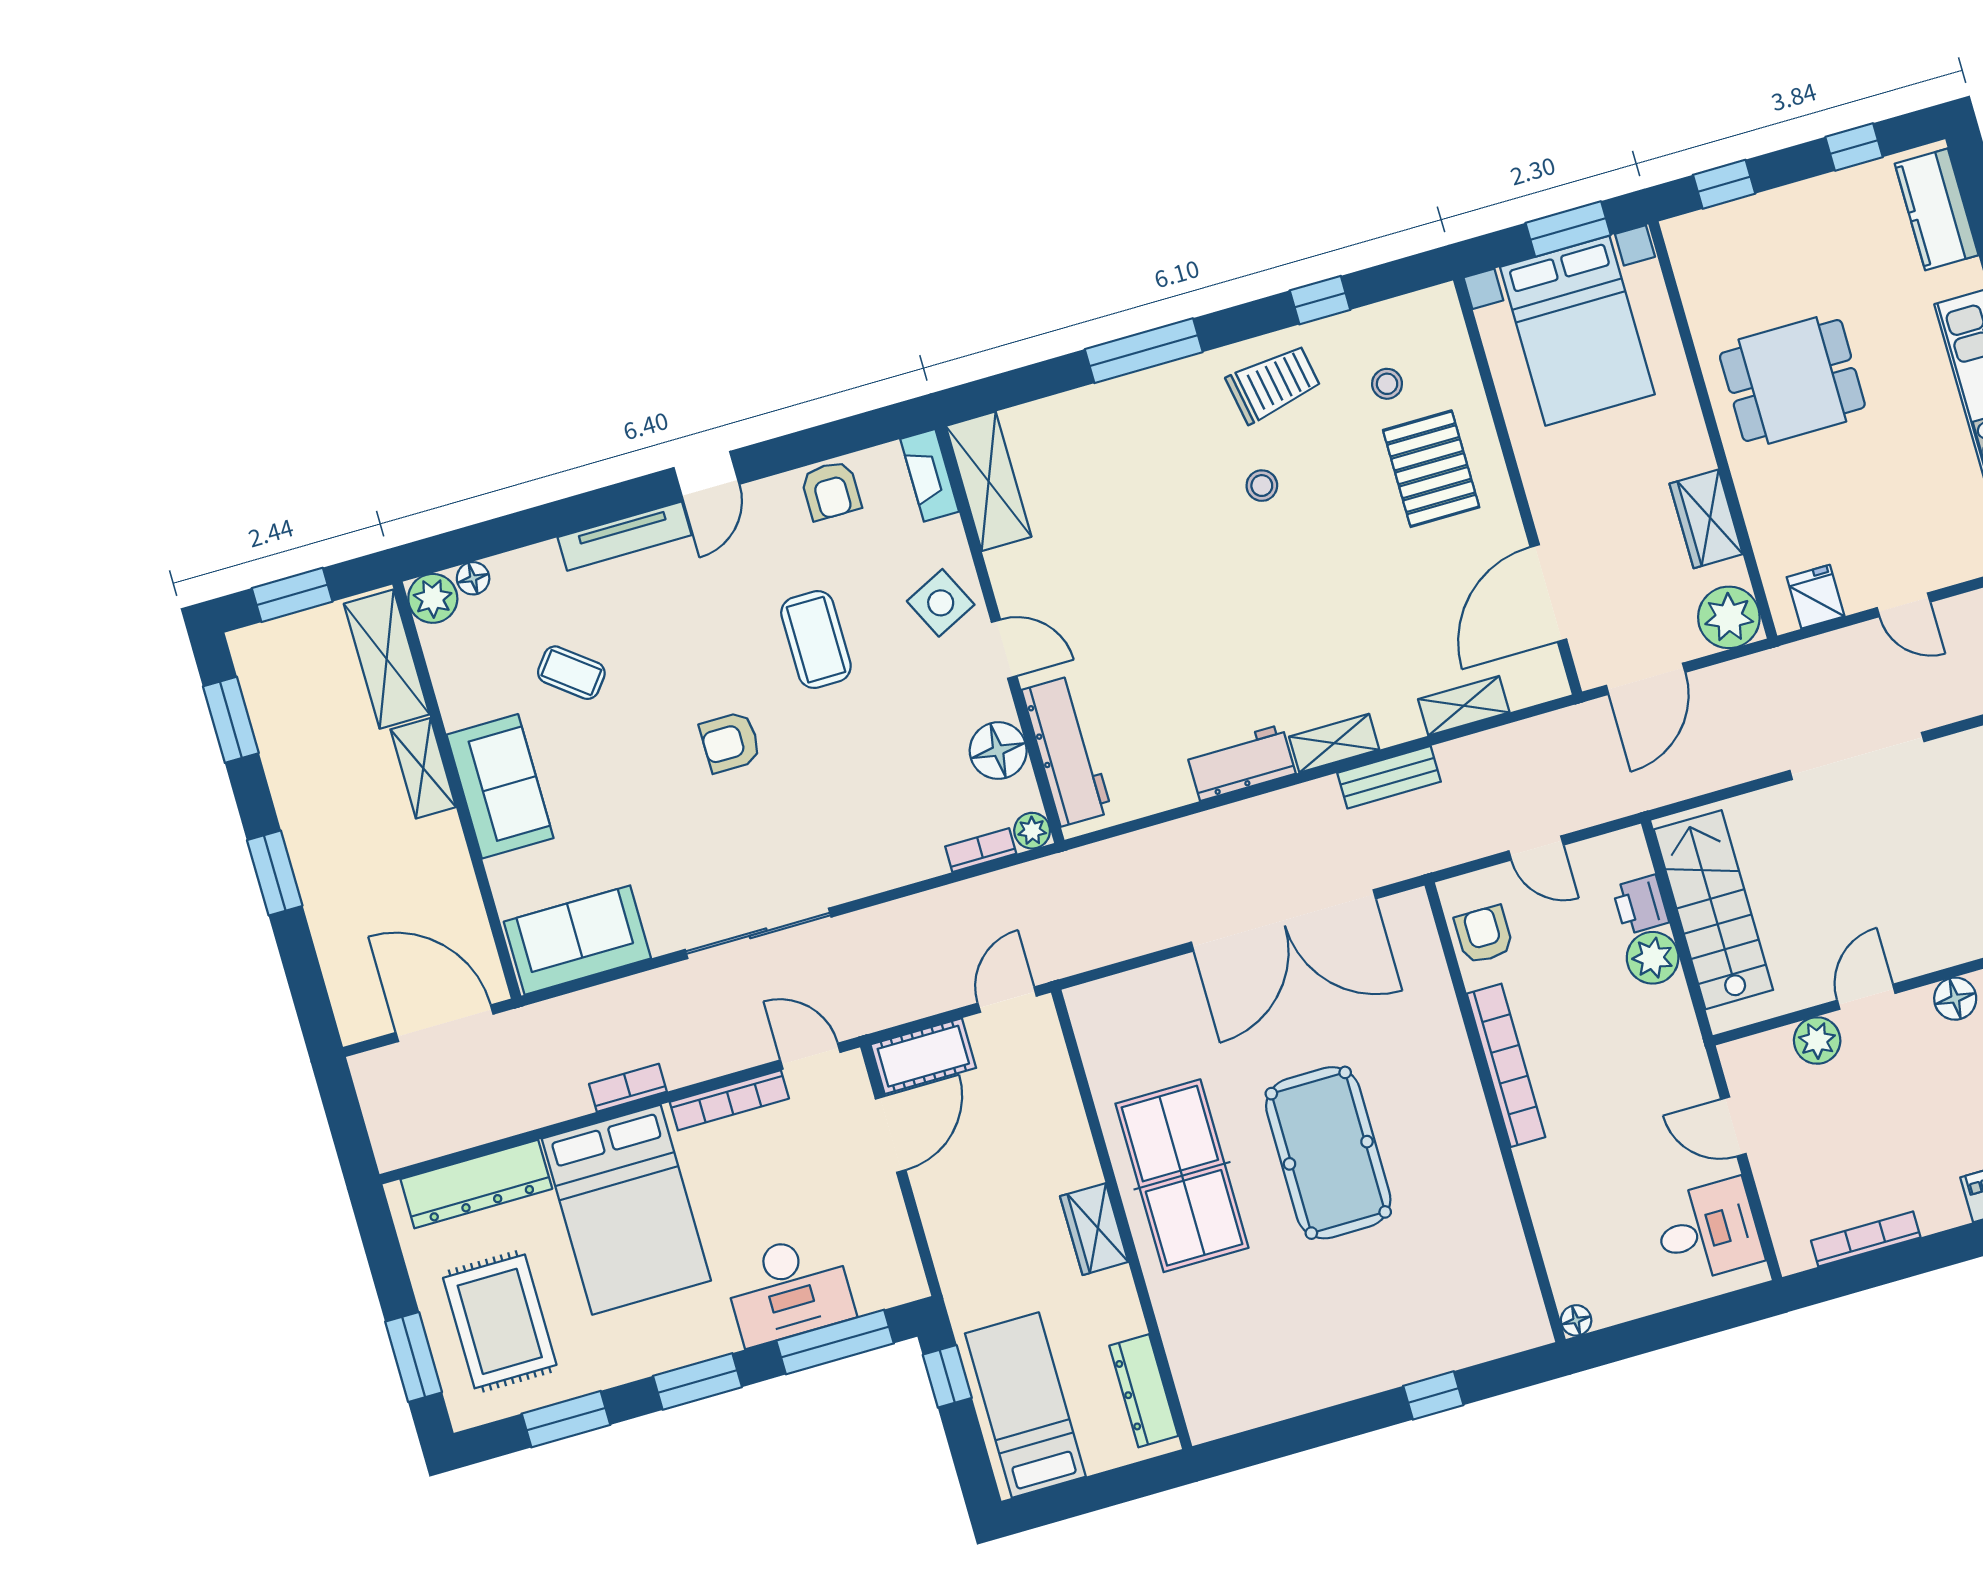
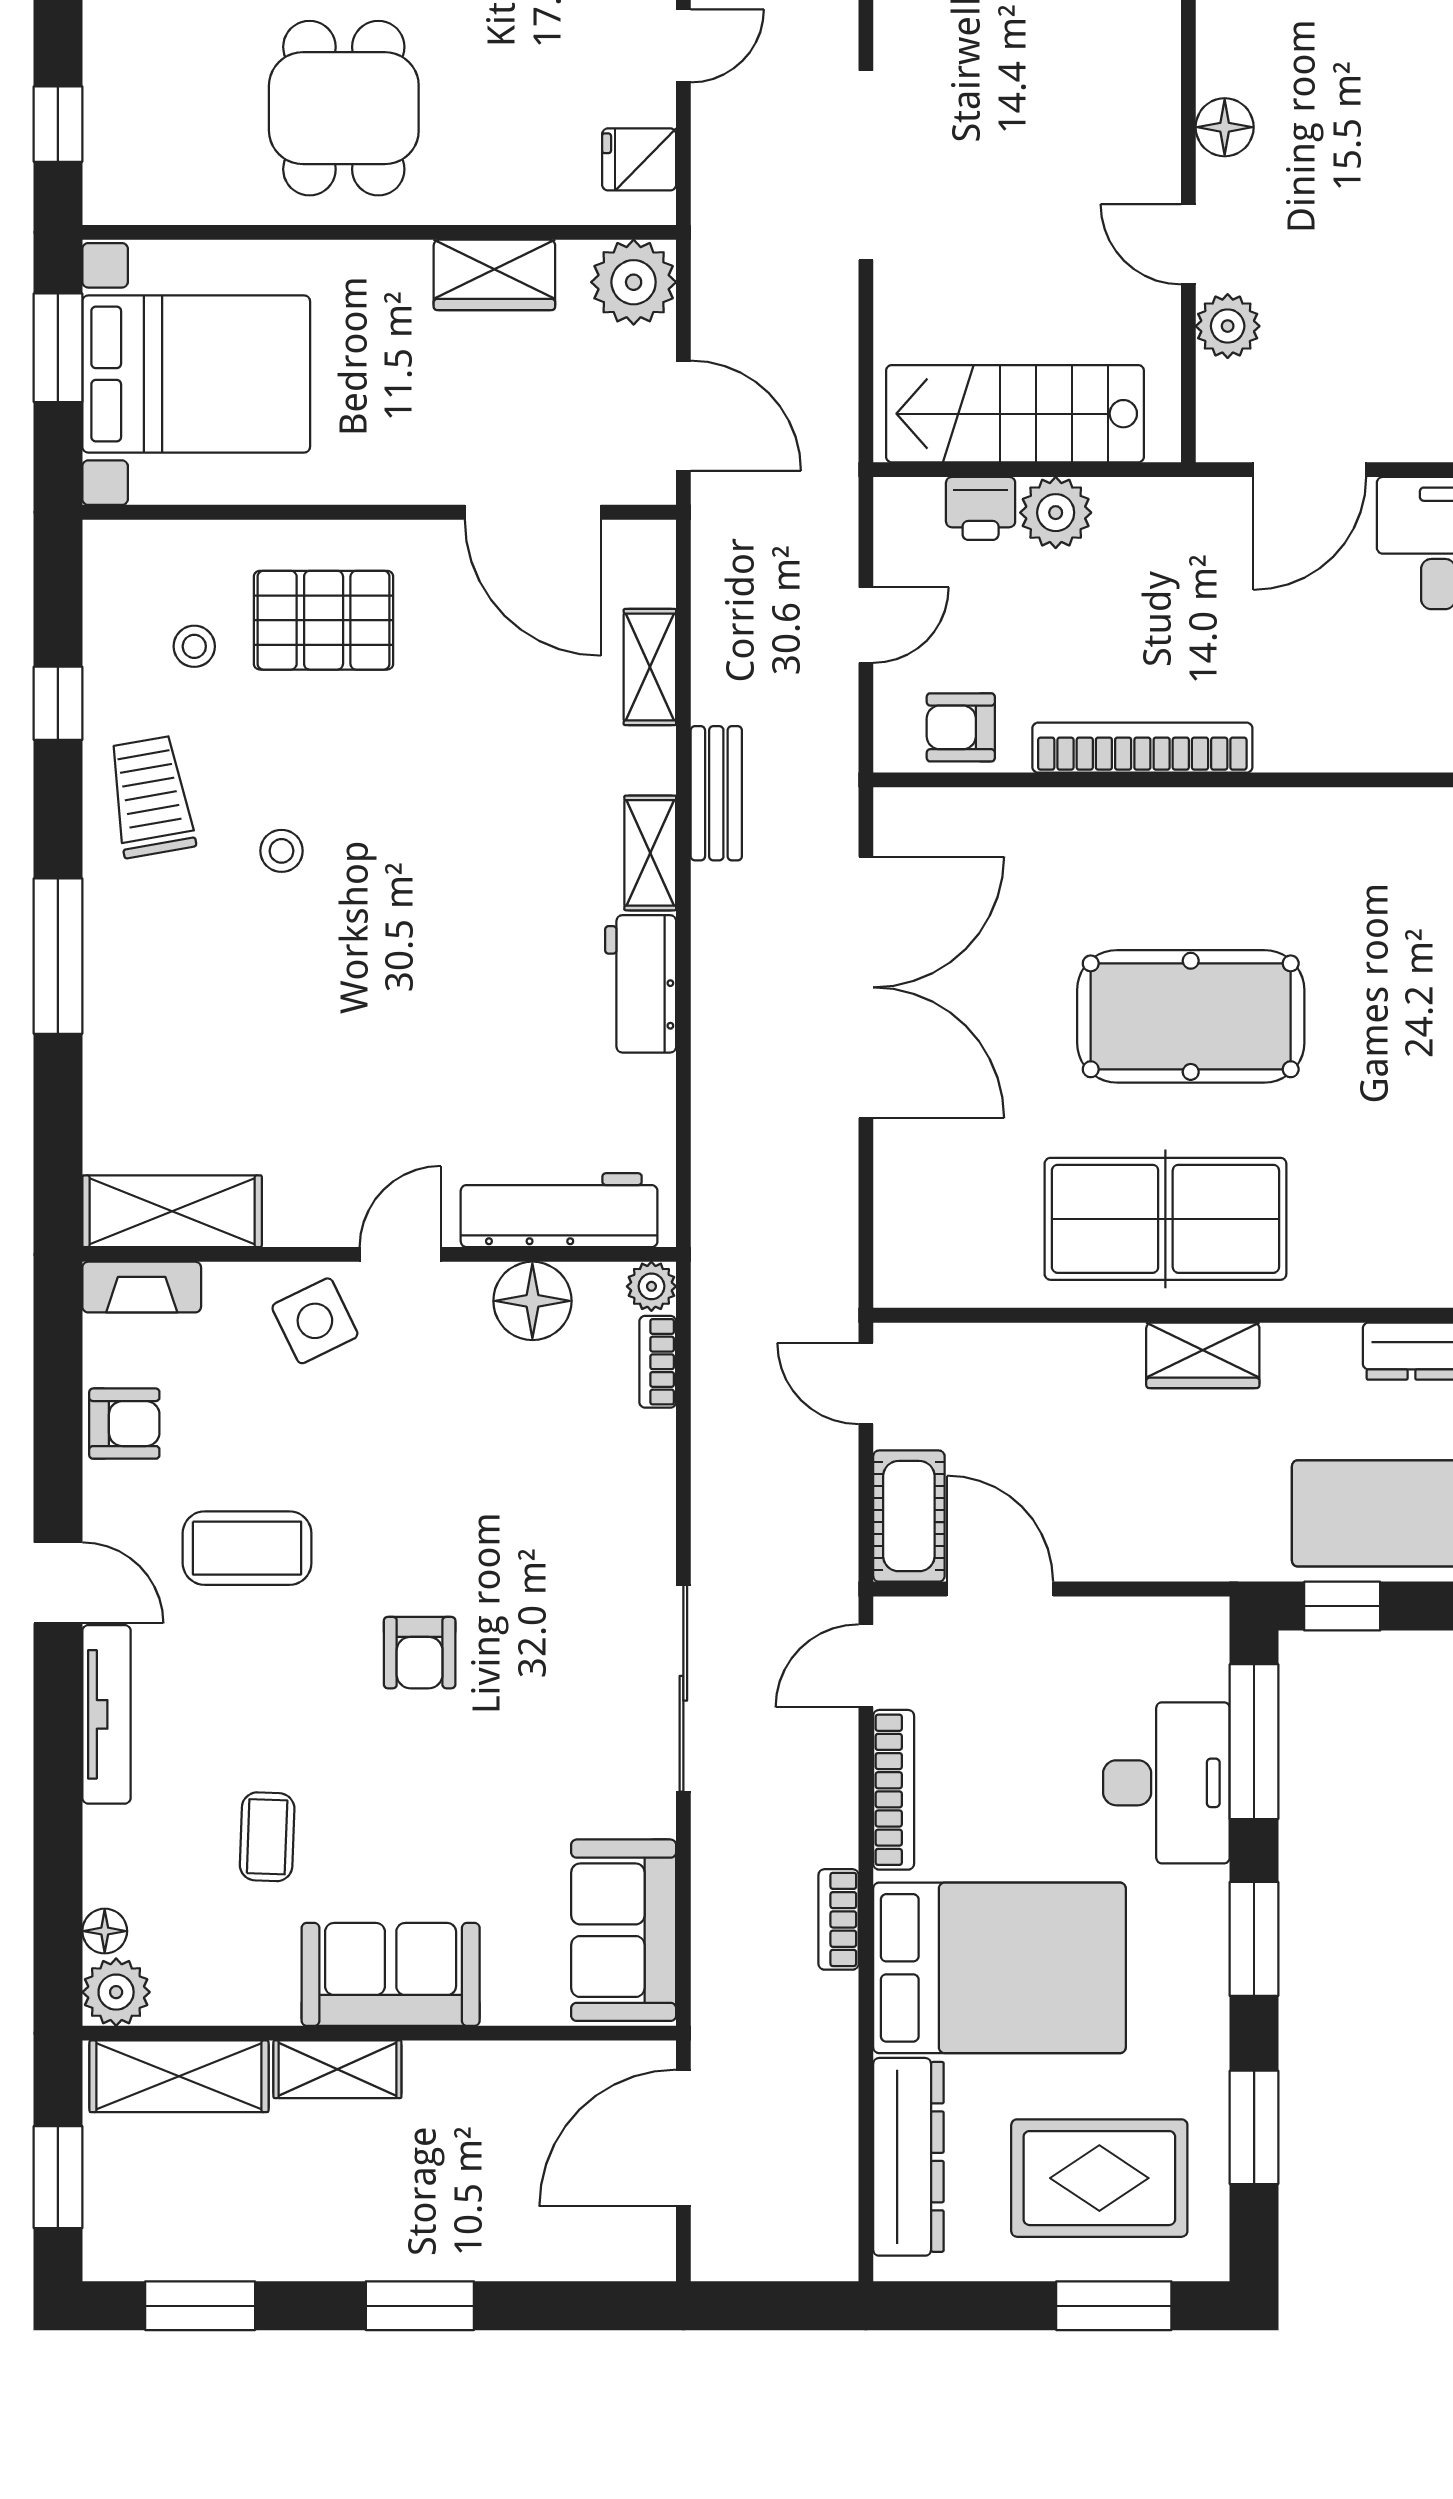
coffee table: (816, 640) -> (247, 1548), moved
coffee table: (571, 673) -> (267, 1837), turned -36
door: (1733, 1126) -> (1310, 470), width x1.38

